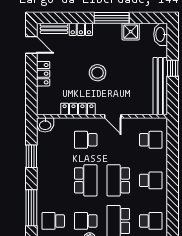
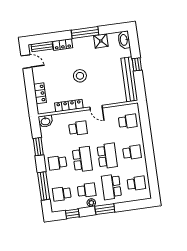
locker: (43, 74) -> (40, 93), moved
school desk: (86, 140) -> (78, 128), turned 180
school desk: (53, 180) -> (57, 163), added
school desk: (118, 180) -> (107, 156), turned 180
school desk: (86, 221) -> (87, 190), turned 180

